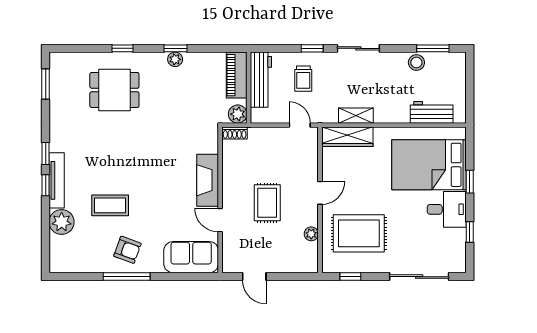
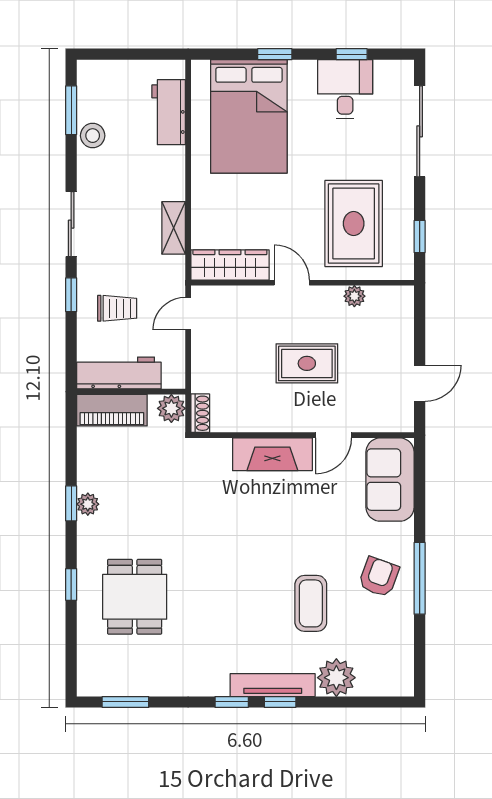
wardrobe: (347, 137) -> (230, 265), moved, turned -90
desk: (447, 209) -> (345, 89), moved

